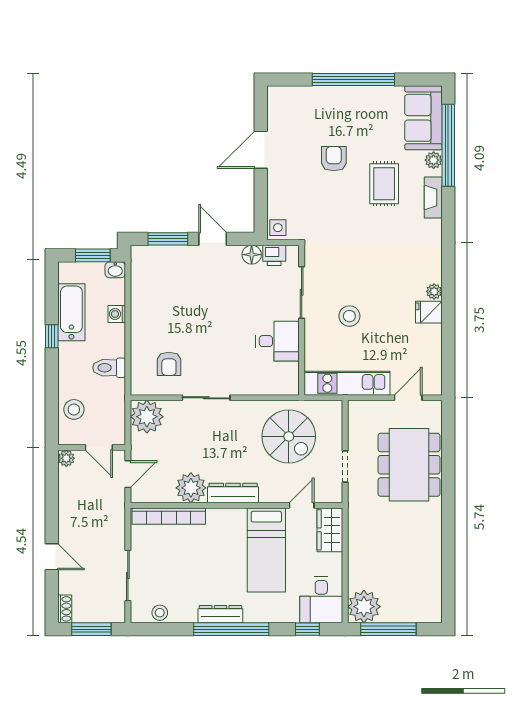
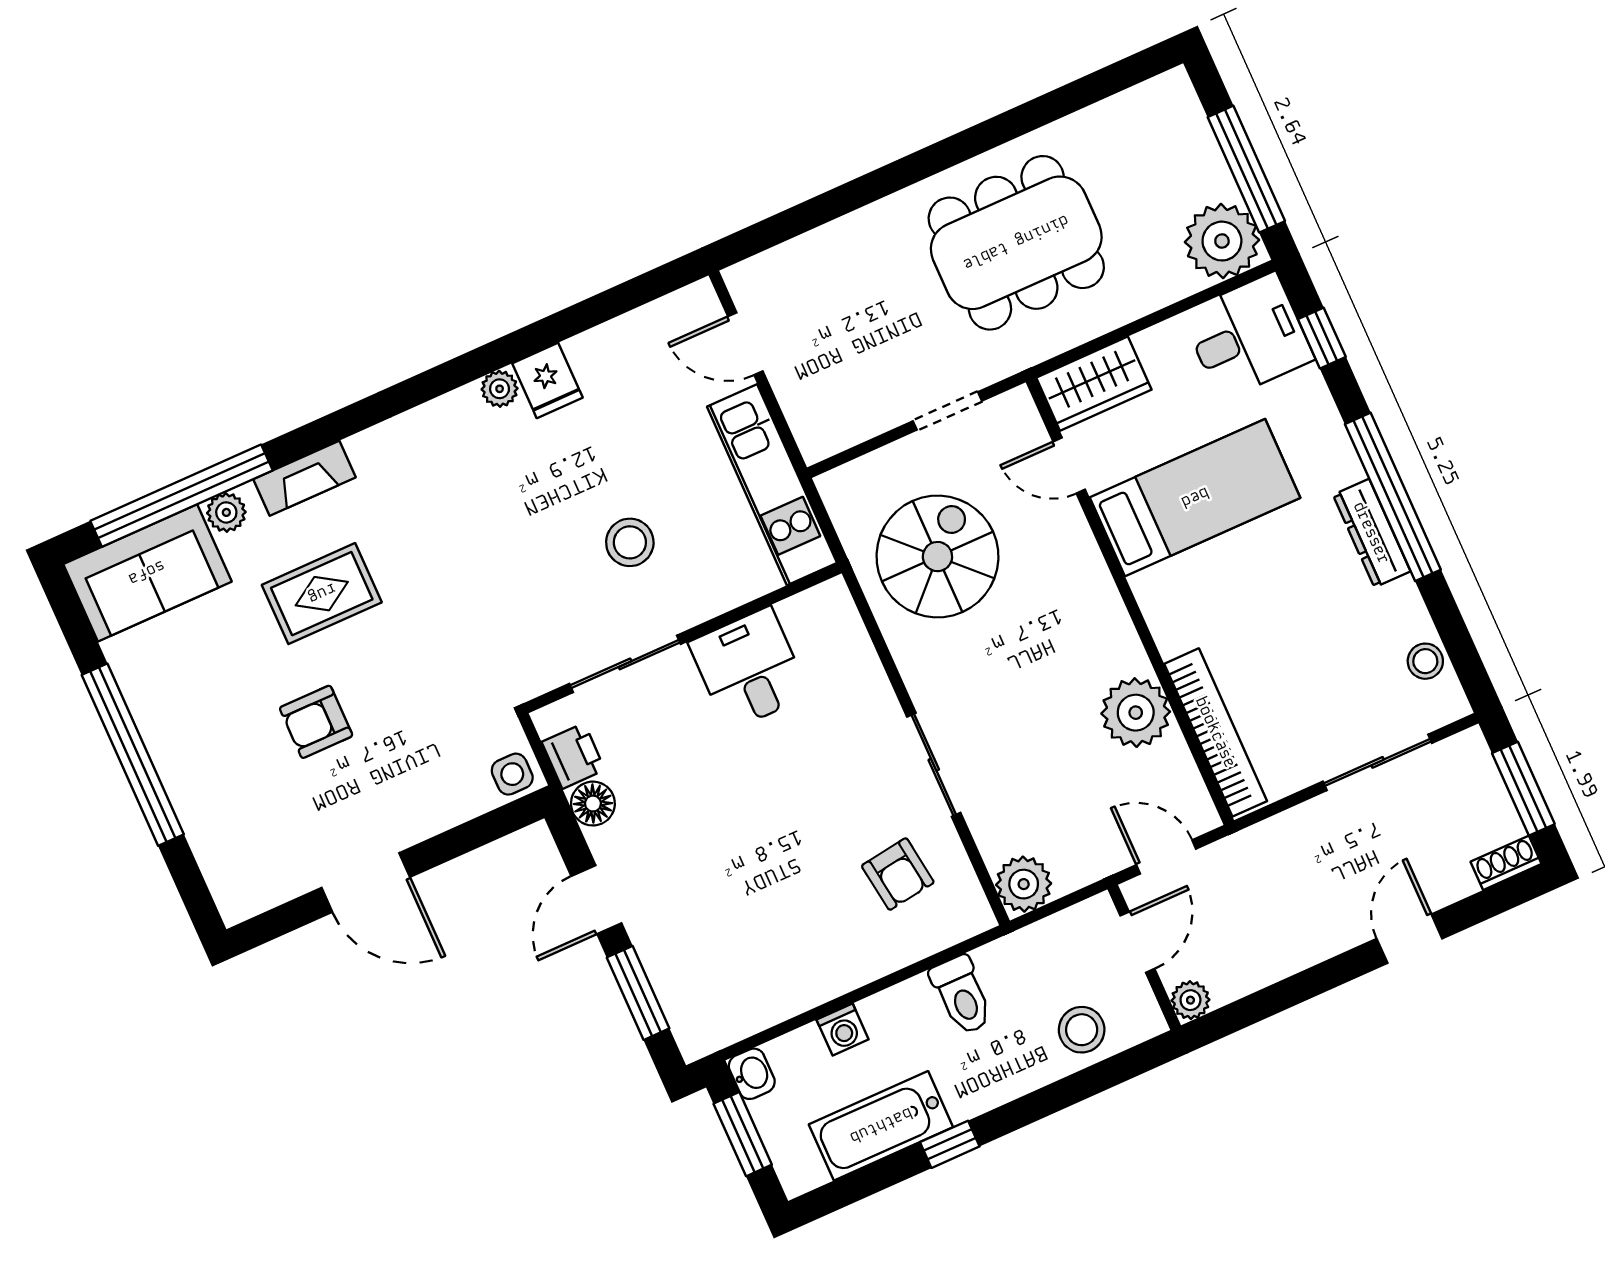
armchair: (169, 364) -> (898, 874), turned 82
plant: (147, 417) -> (1024, 884), width x0.73, depth x0.73
dining table: (409, 465) -> (1016, 243), moved
dresser: (233, 493) -> (1107, 620), removed

